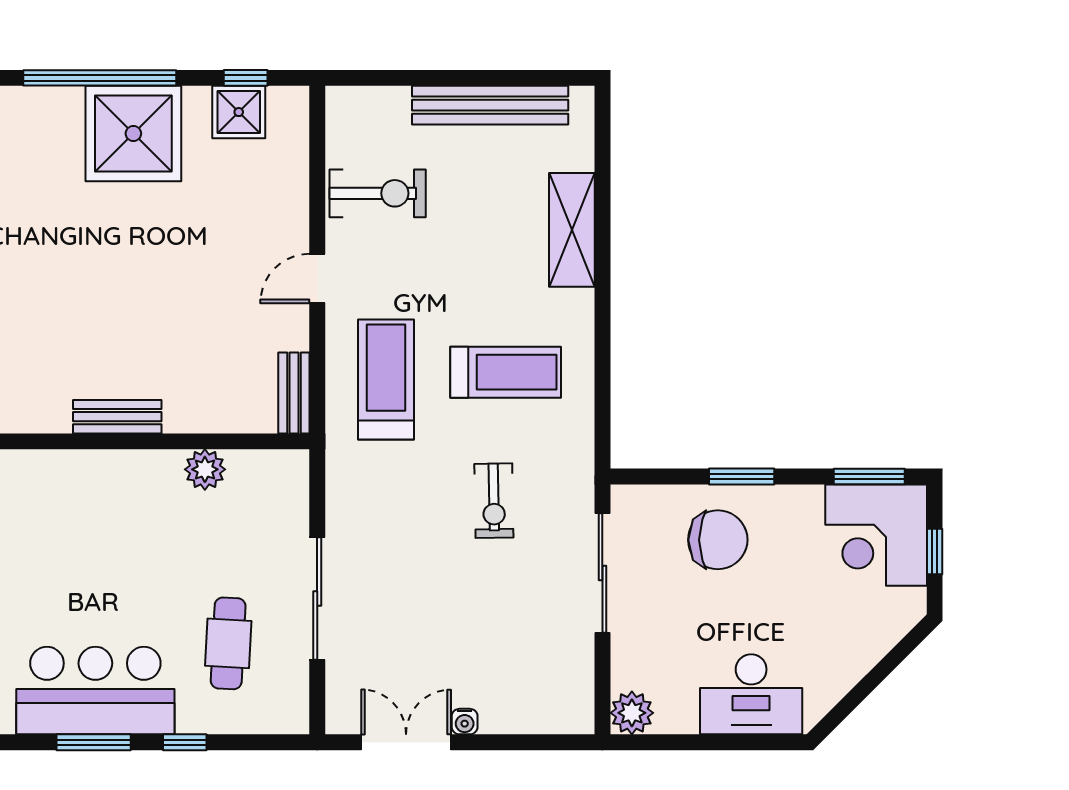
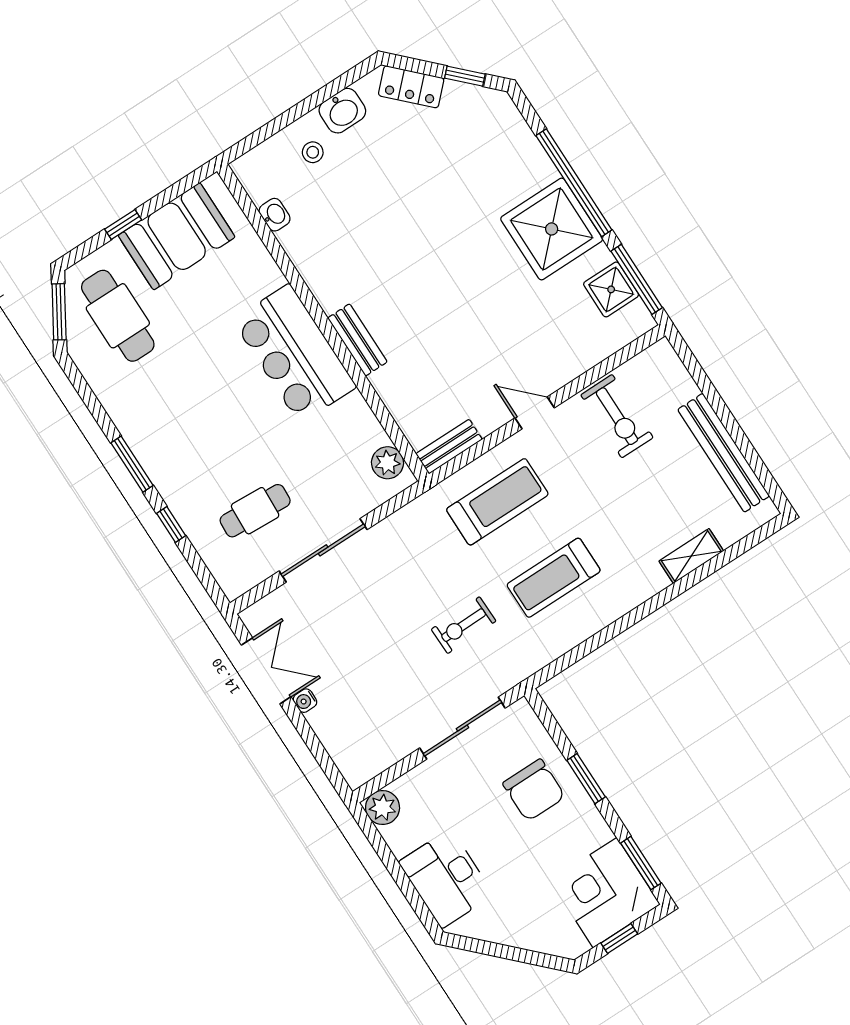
window: (246, 78) -> (637, 279), width x2.17
shelving: (572, 230) -> (691, 556), width x0.67, depth x0.75
treadmill: (506, 372) -> (554, 578), turned 90
plant: (205, 469) -> (388, 463), moved
bar counter: (95, 691) -> (294, 354), moved, turned 180

